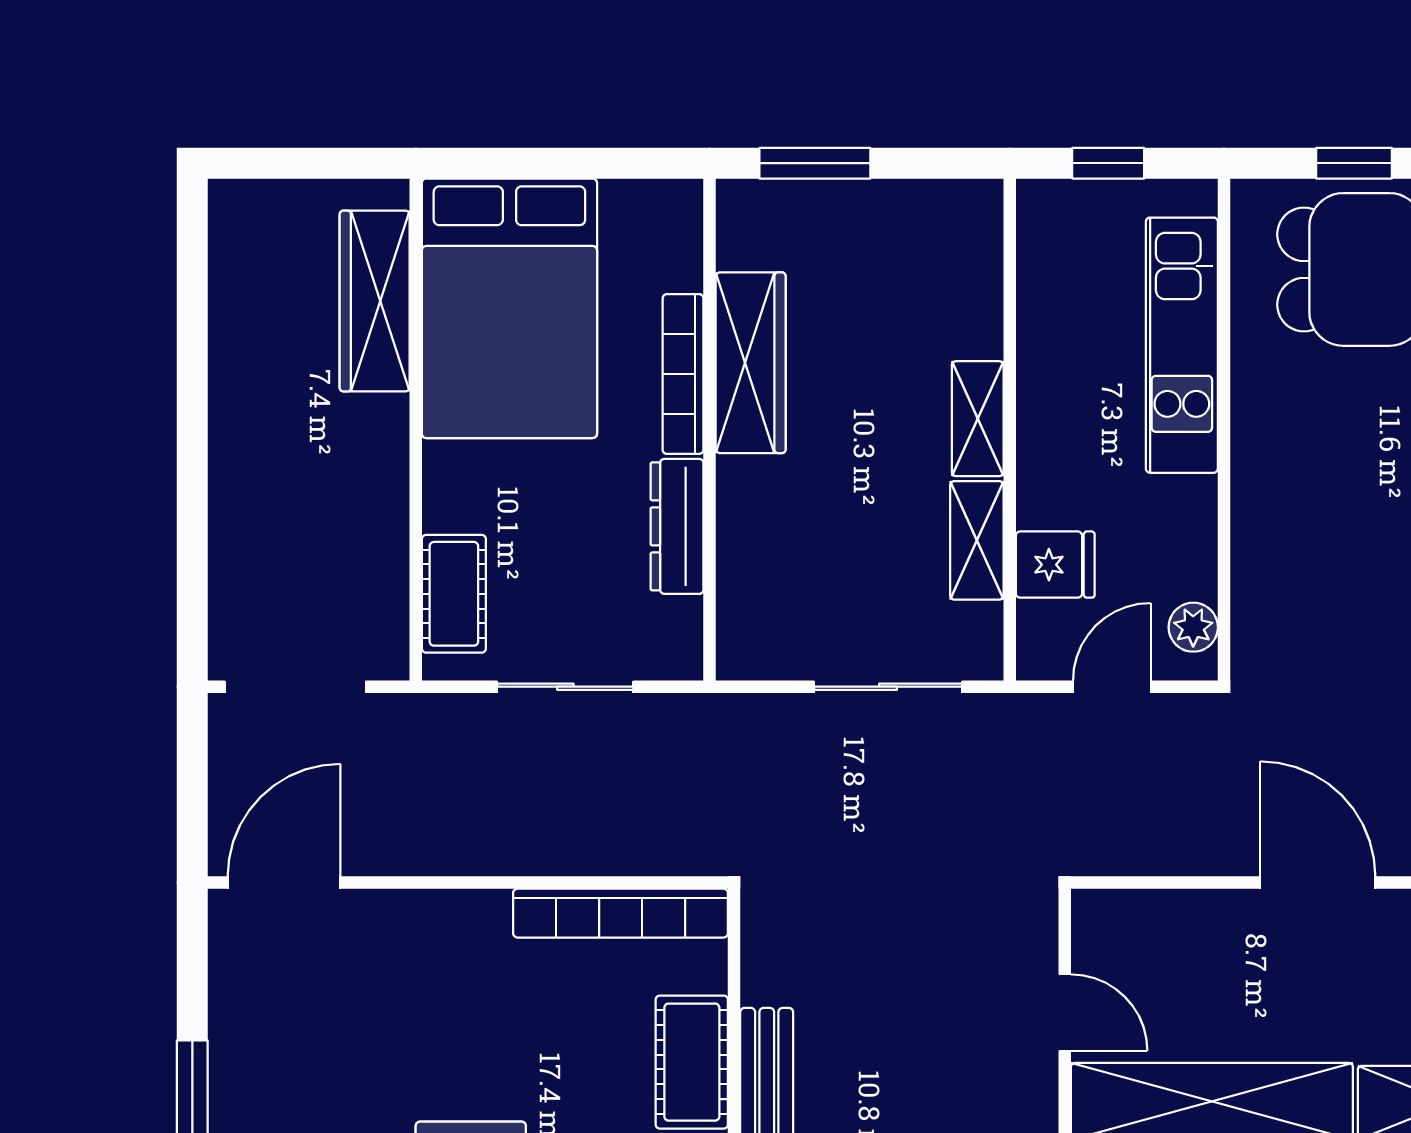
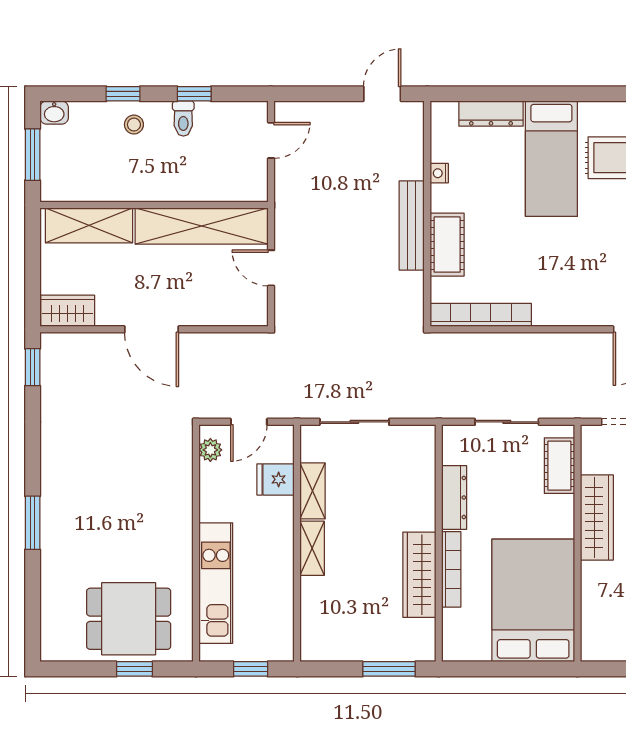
wardrobe: (375, 301) -> (597, 518), moved

